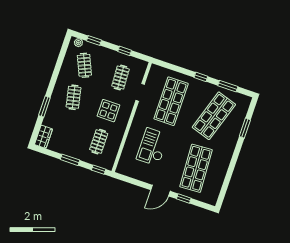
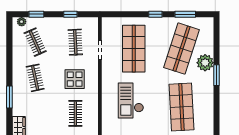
window: (245, 128) -> (216, 75), moved
plant: (231, 136) -> (205, 63), added

